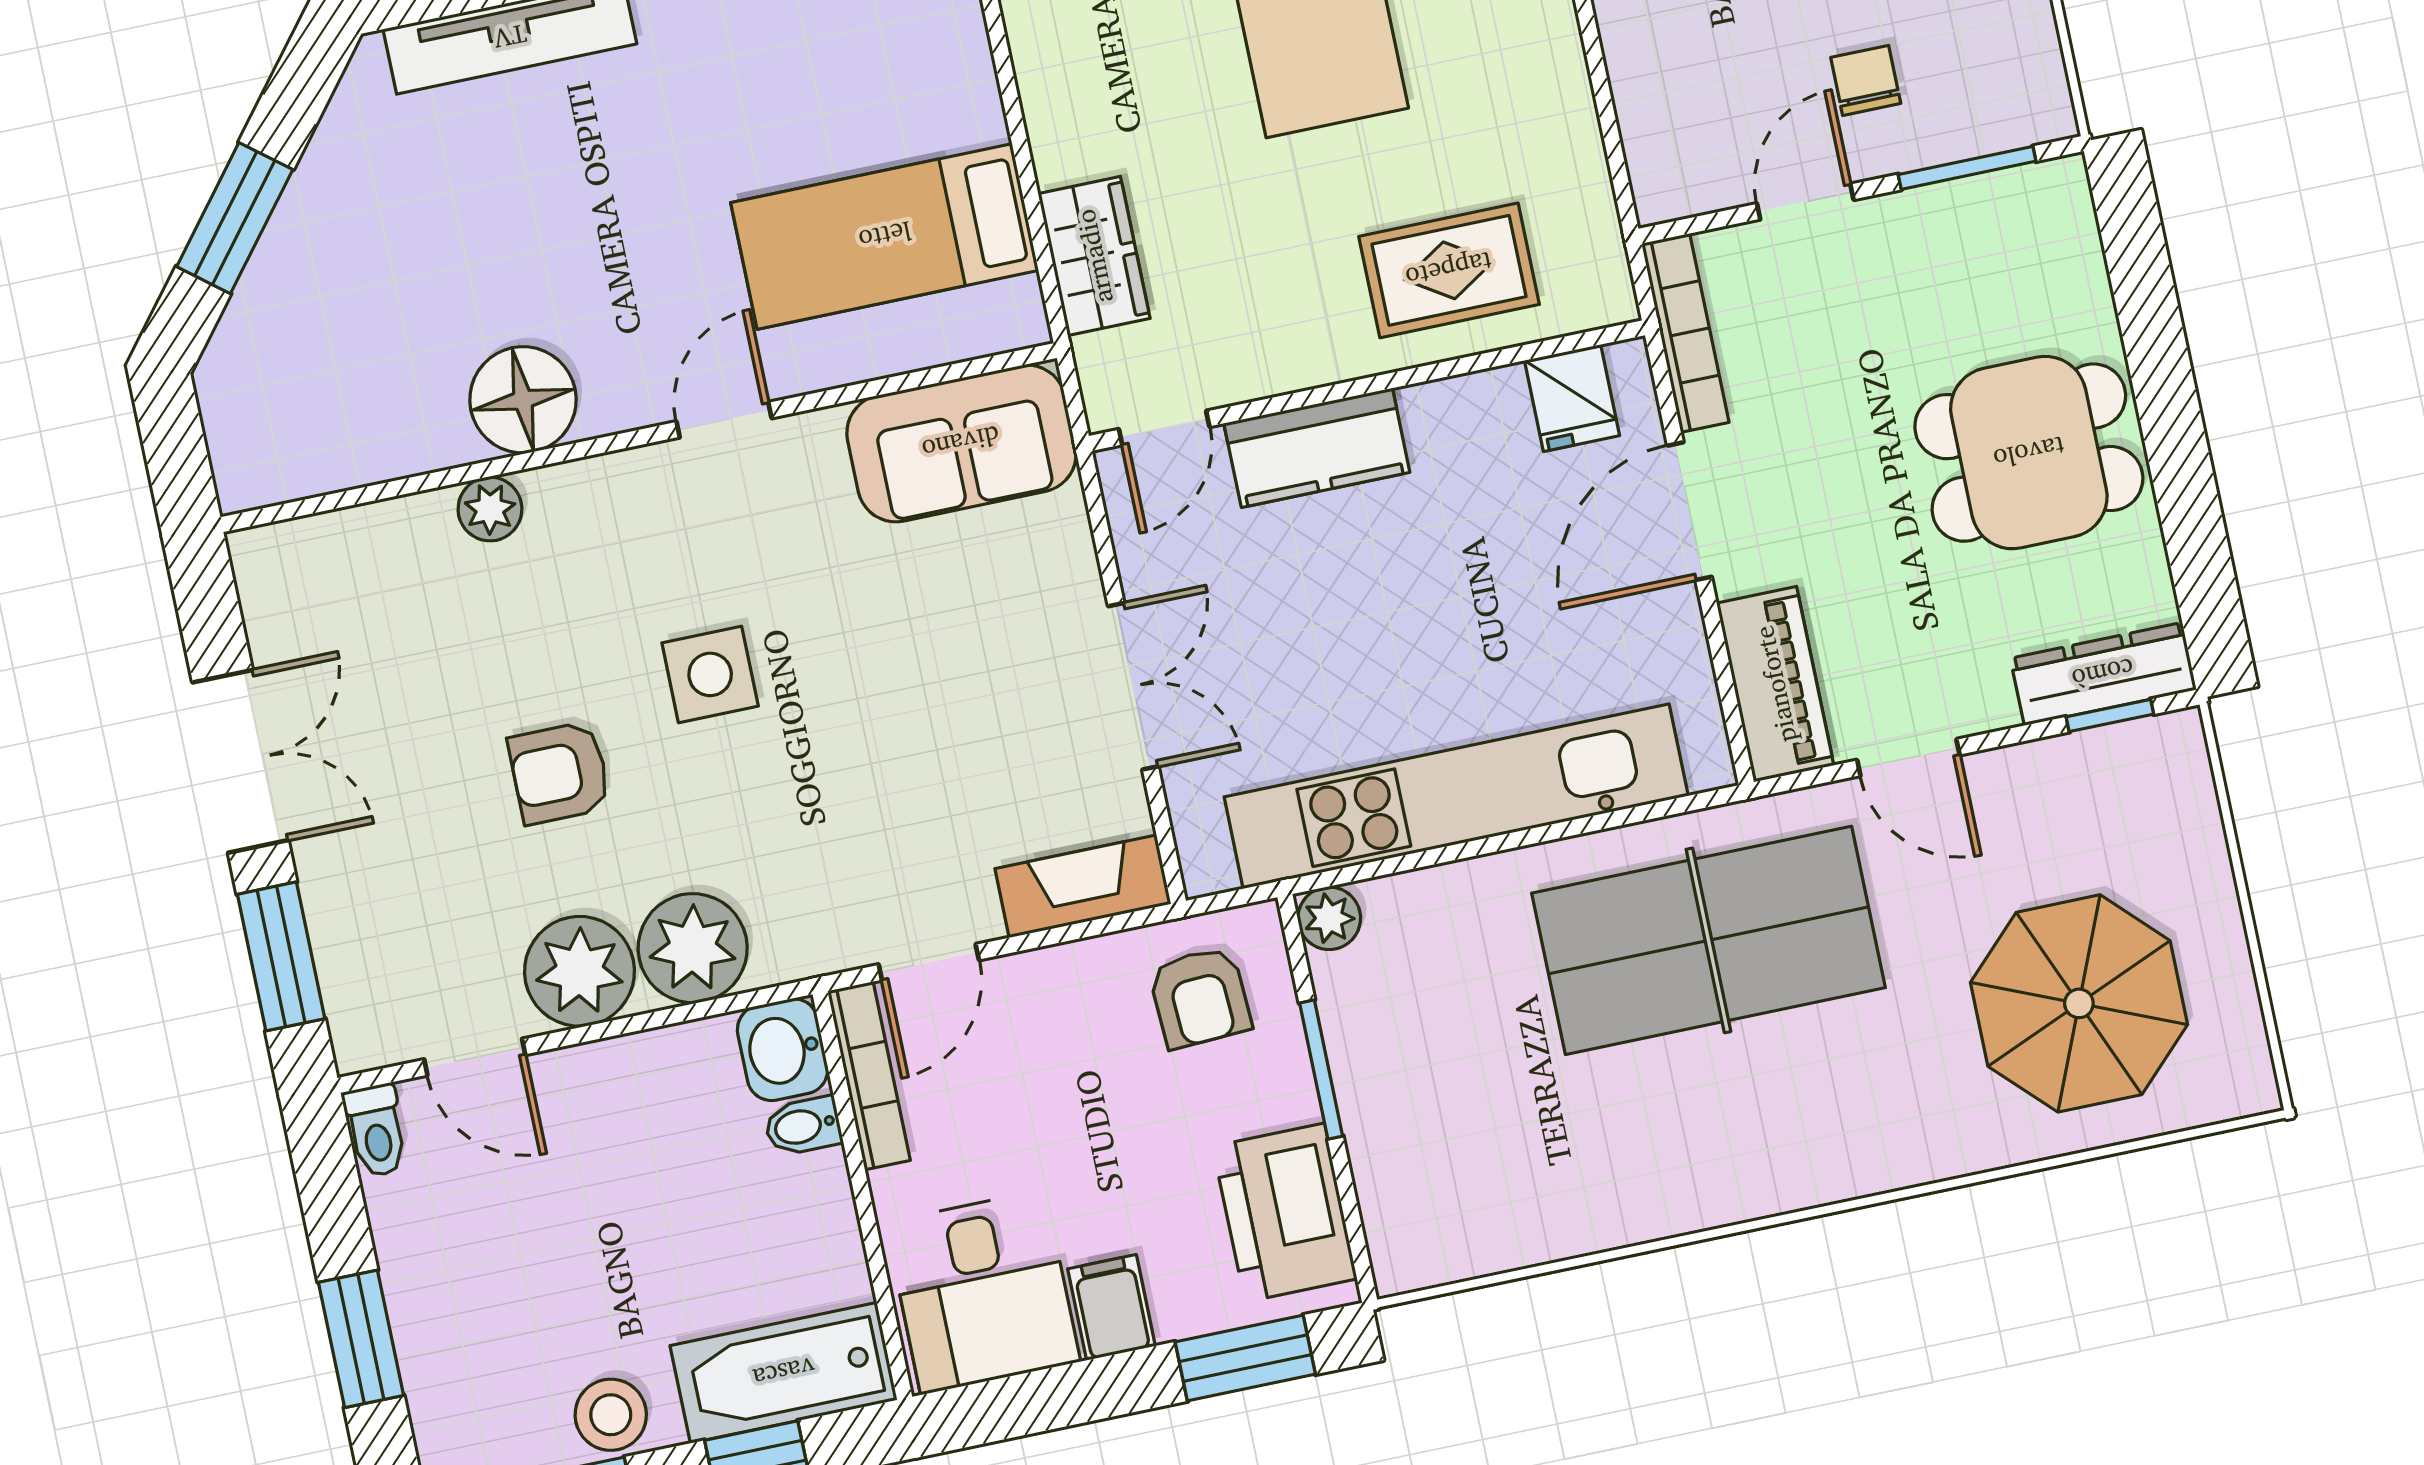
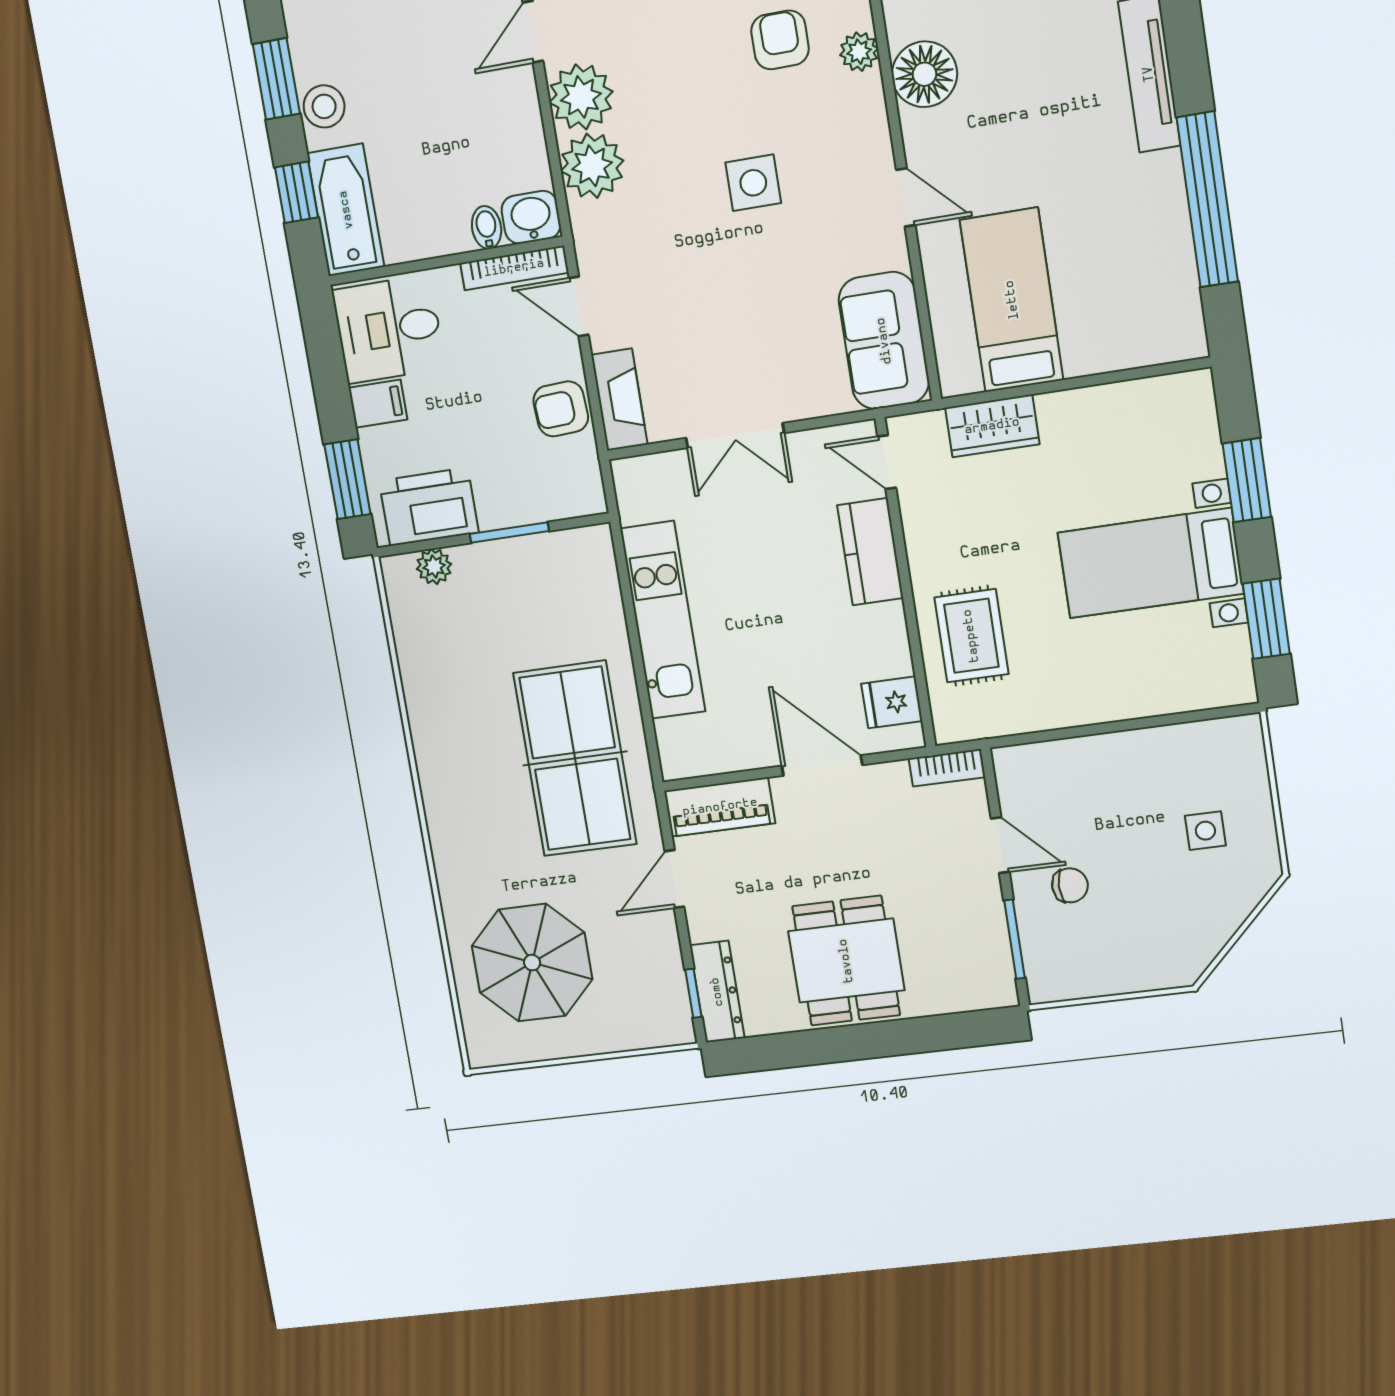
bookcase: (1685, 333) -> (947, 768), width x0.64
armchair: (559, 773) -> (780, 40), moved
kitchen unit: (1456, 796) -> (663, 620), width x0.73
plant: (1329, 918) -> (434, 566), moved
armchair: (1200, 997) -> (561, 409), moved

